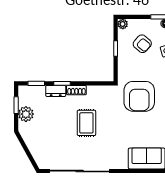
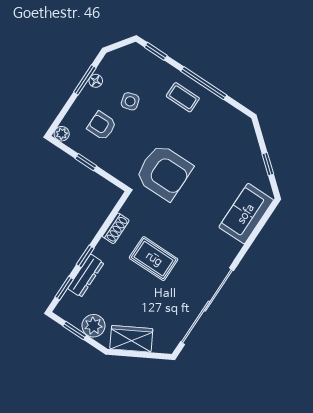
armchair: (142, 44) -> (102, 126), turned -131
shoe rack: (76, 90) -> (116, 228), moved
dresser: (56, 91) -> (86, 276), width x1.44
wardrobe: (33, 140) -> (131, 339), added

